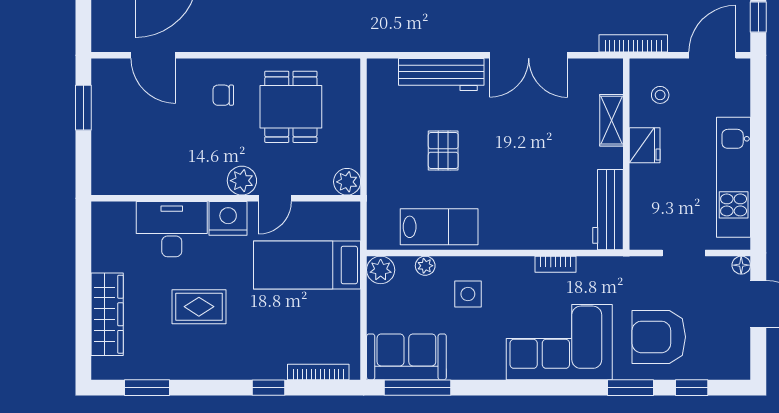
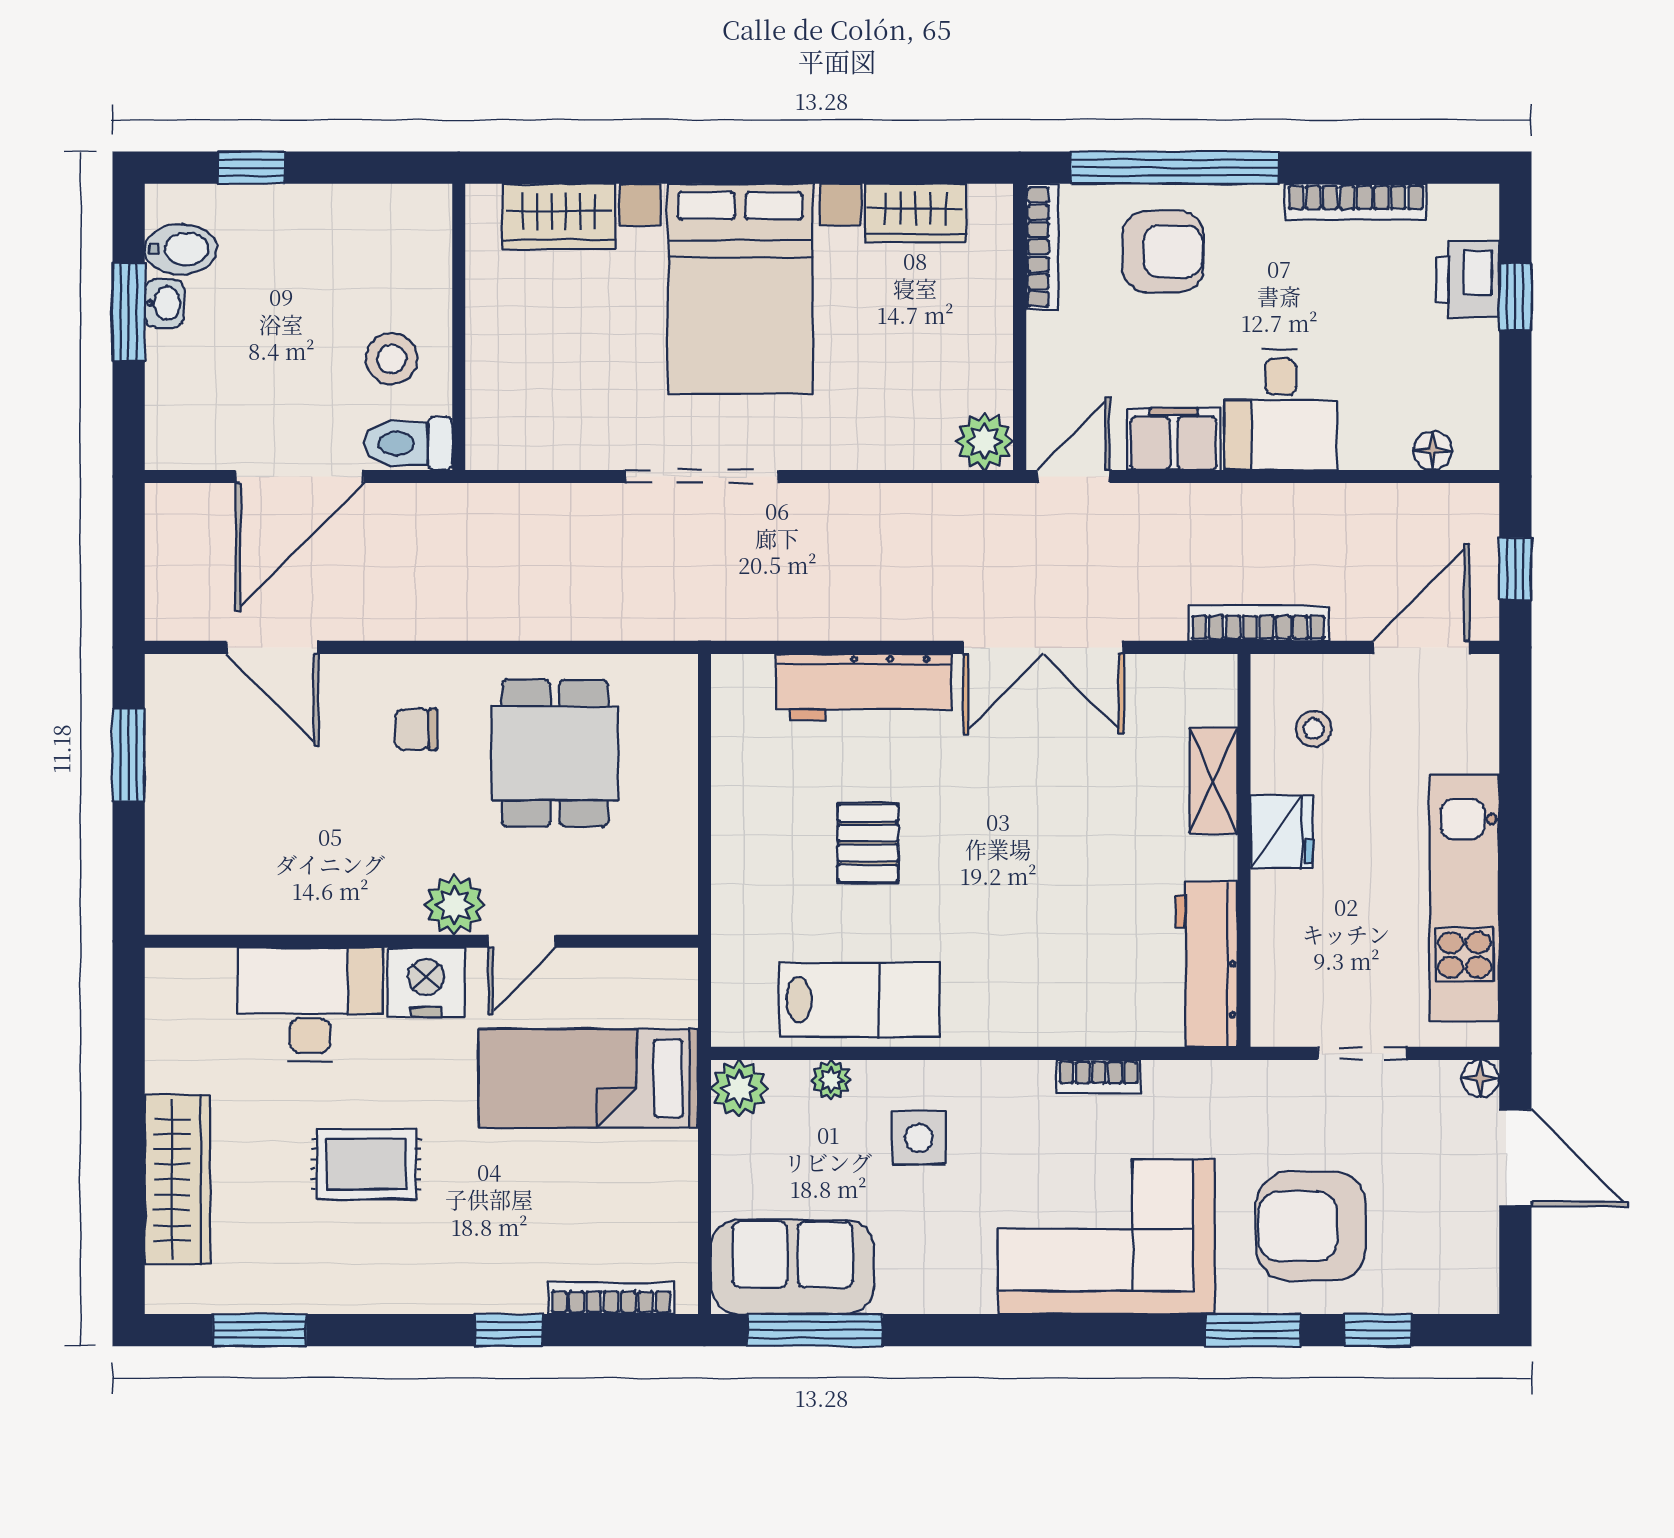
plant: (347, 182) -> (670, 907), removed

